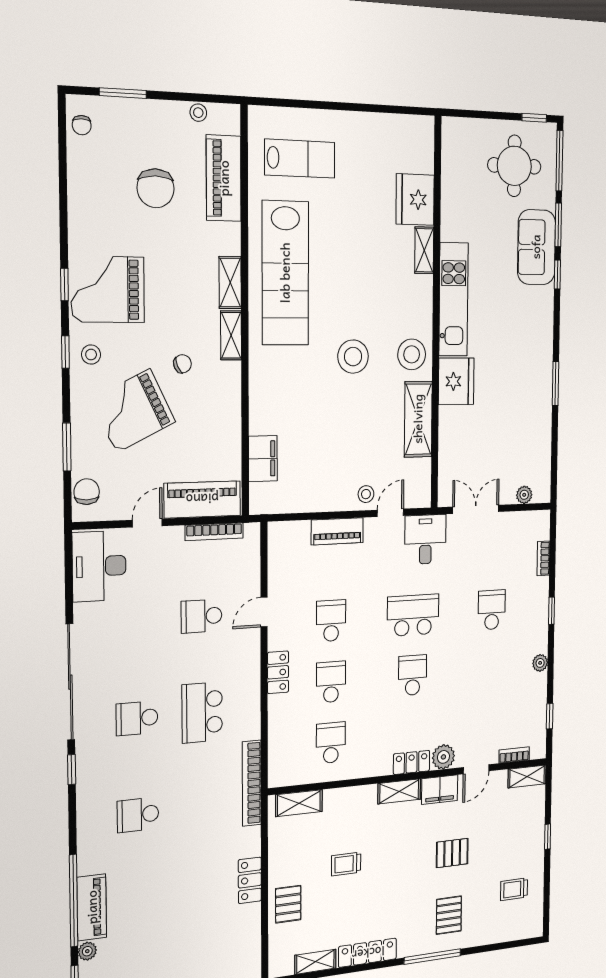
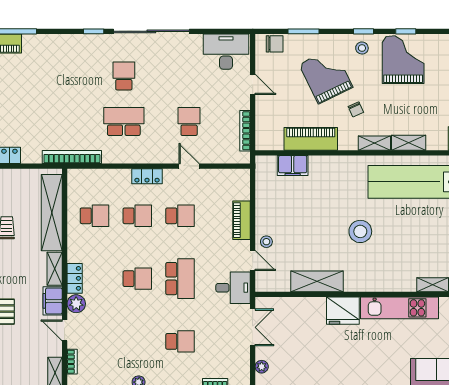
stool: (412, 354) -> (362, 276), removed
piano: (202, 499) -> (311, 139), moved, turned -90
shelving: (299, 803) -> (52, 213), width x2.20, depth x1.33
school desk: (138, 815) -> (59, 76), removed

